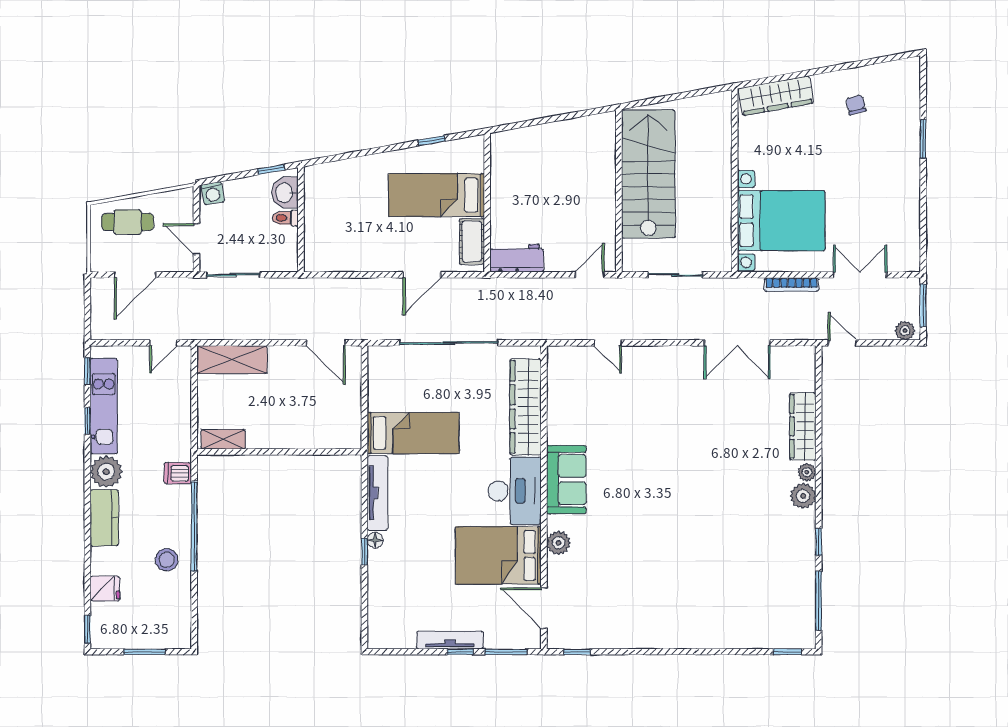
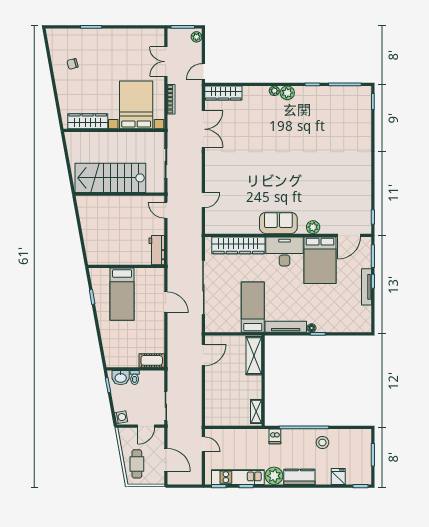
wardrobe: (776, 96) -> (88, 121), moved, turned -80
cot: (472, 241) -> (152, 360), moved
shelving: (232, 360) -> (254, 356), moved
wardrobe: (803, 426) -> (223, 93), moved

